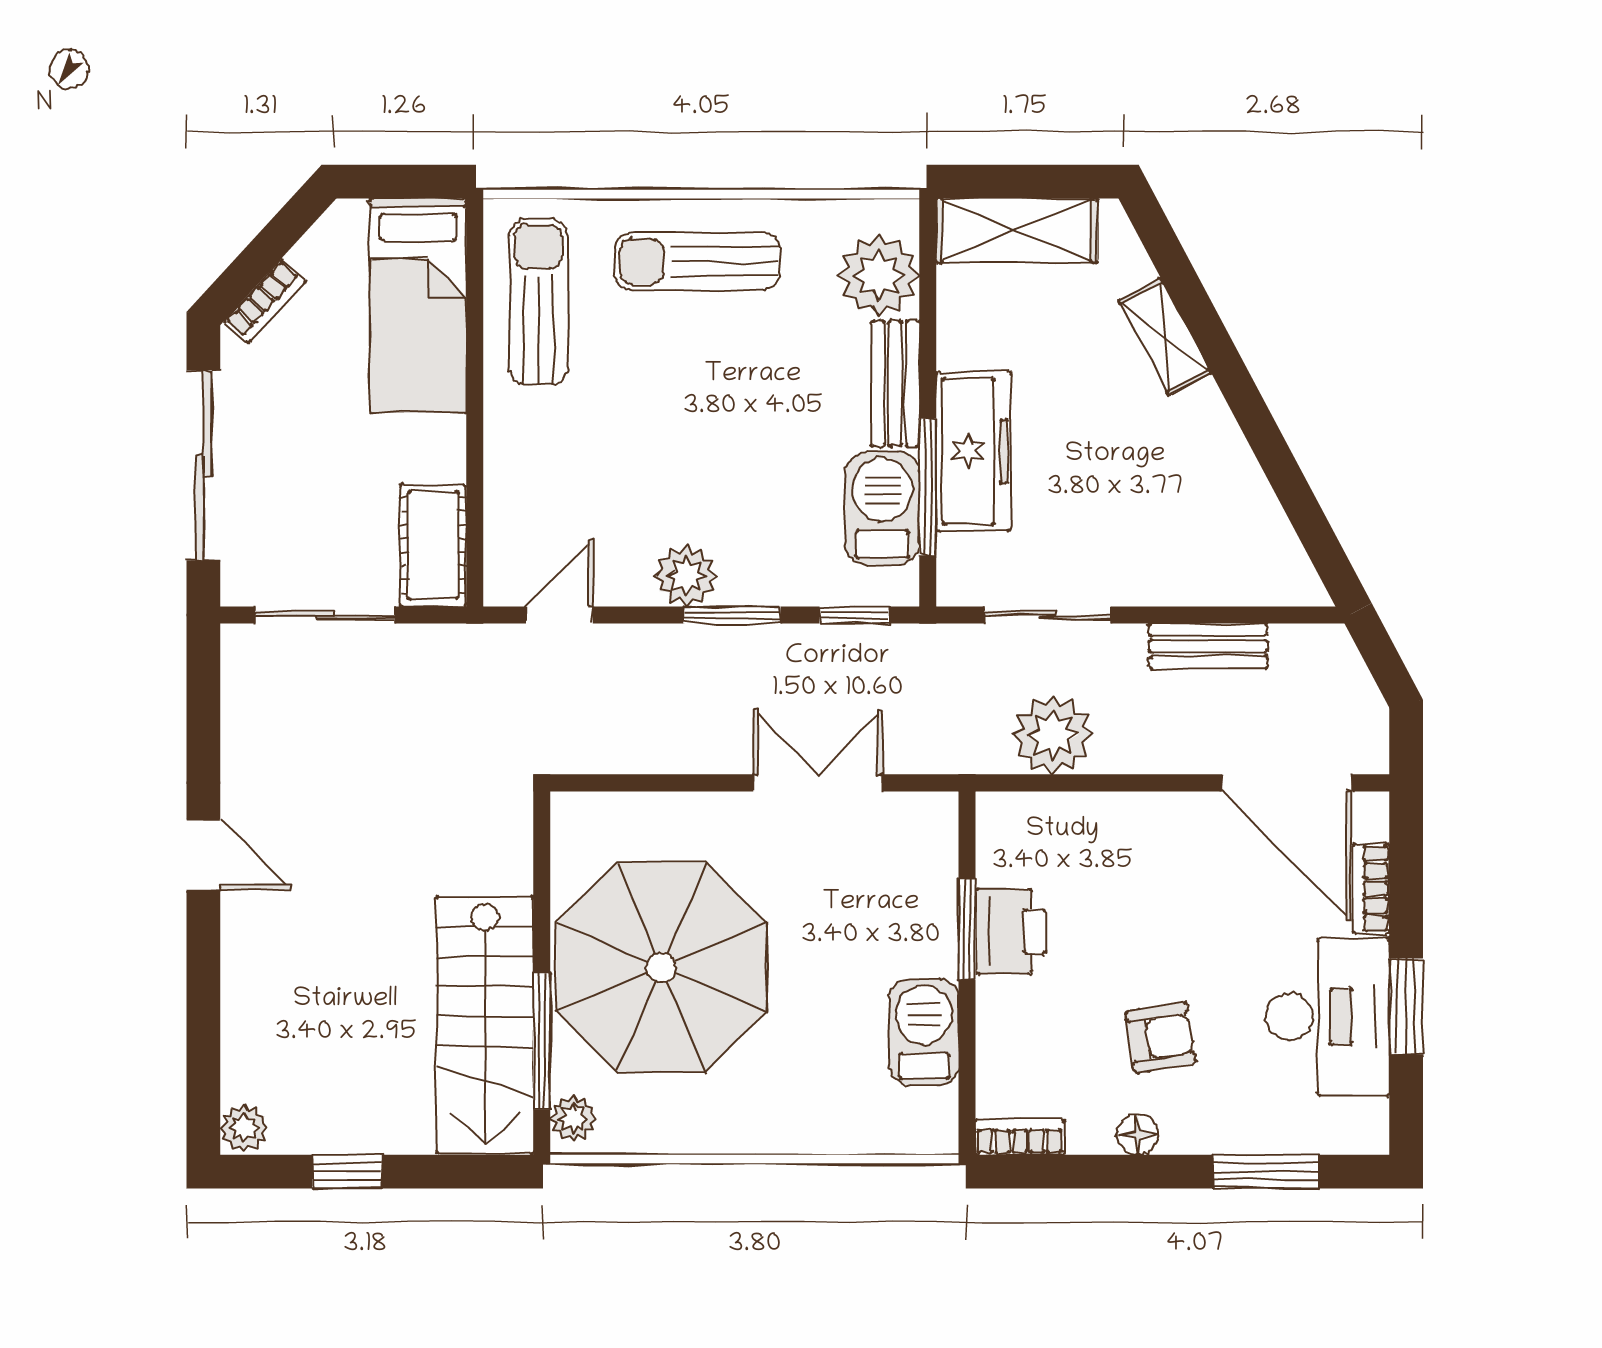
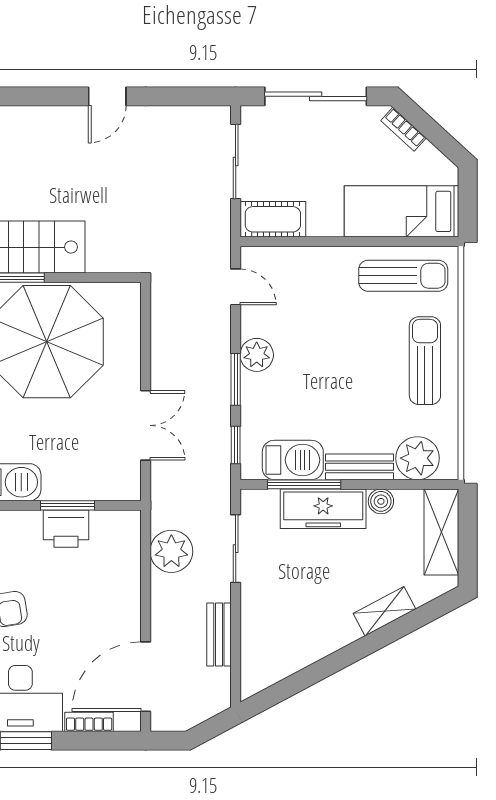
boiler: (960, 344) -> (381, 501), added

